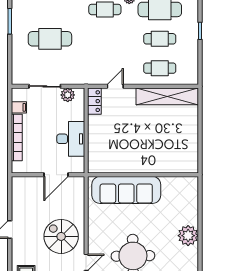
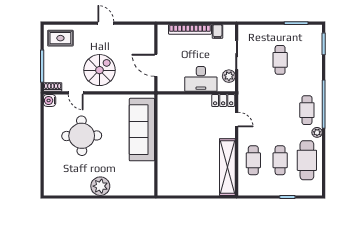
cafe table: (50, 39) -> (280, 60), width x0.73, depth x0.74
desk: (71, 139) -> (201, 79), moved

